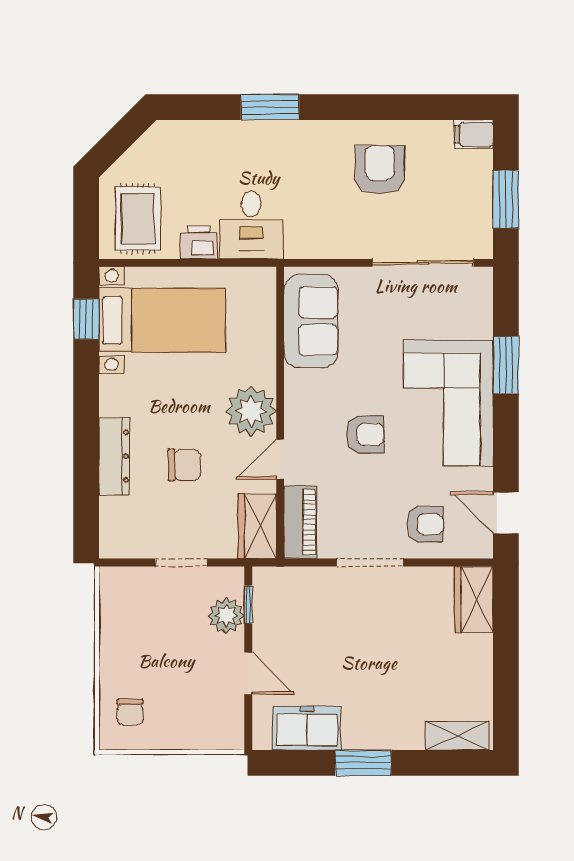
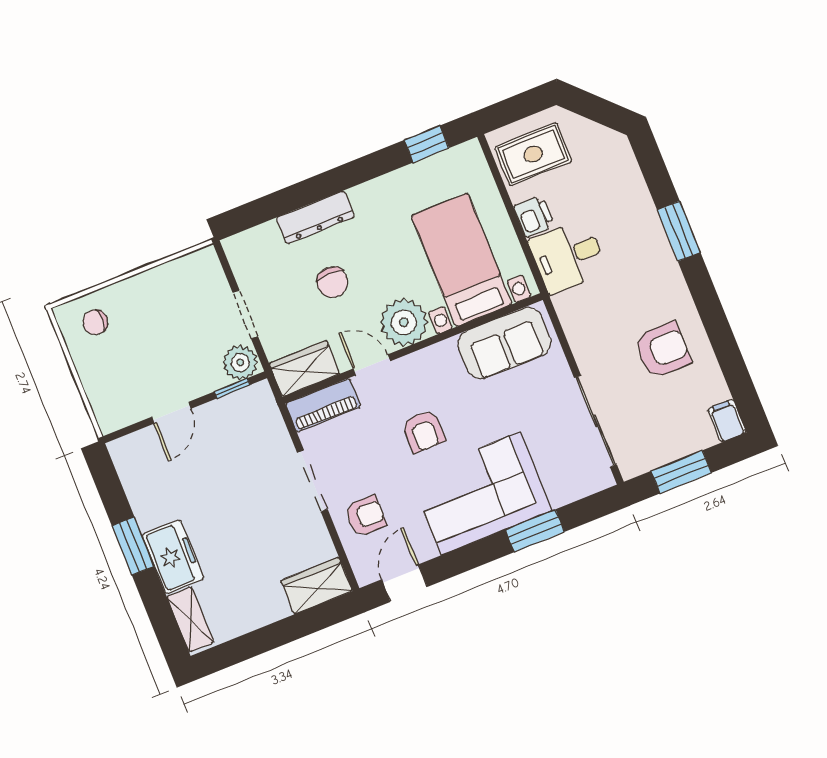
bed with nightstands: (162, 320) -> (462, 260), moved, turned 180
armchair: (425, 524) -> (366, 516), turned -90
plant: (226, 616) -> (240, 362), moved
freezer: (307, 728) -> (173, 557), moved

